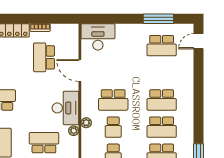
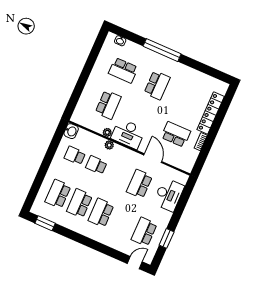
window: (158, 19) -> (167, 238), width x0.69
desk: (98, 37) -> (169, 195), moved
door: (199, 41) -> (135, 263), hinge flipped
door: (80, 71) -> (153, 158), hinge flipped
school desk: (113, 100) -> (139, 184), moved

